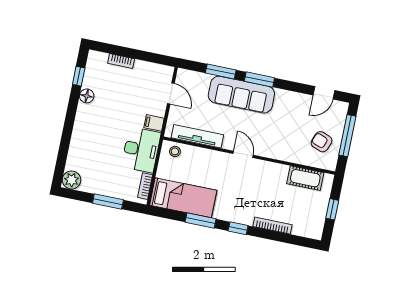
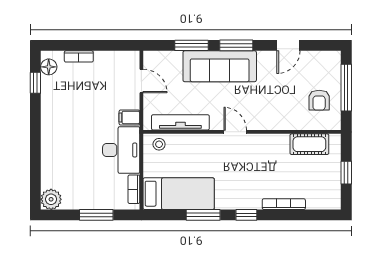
door: (324, 93) -> (288, 45), moved
floor lamp: (87, 96) -> (49, 67), moved
armchair: (322, 142) -> (319, 100), turned -111

